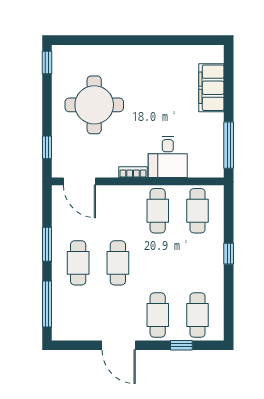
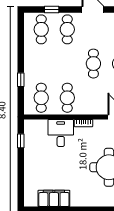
filing cabinet: (211, 88) -> (54, 198), moved, turned -90
window: (229, 145) -> (21, 141), width x0.46
window: (229, 254) -> (21, 80), moved

